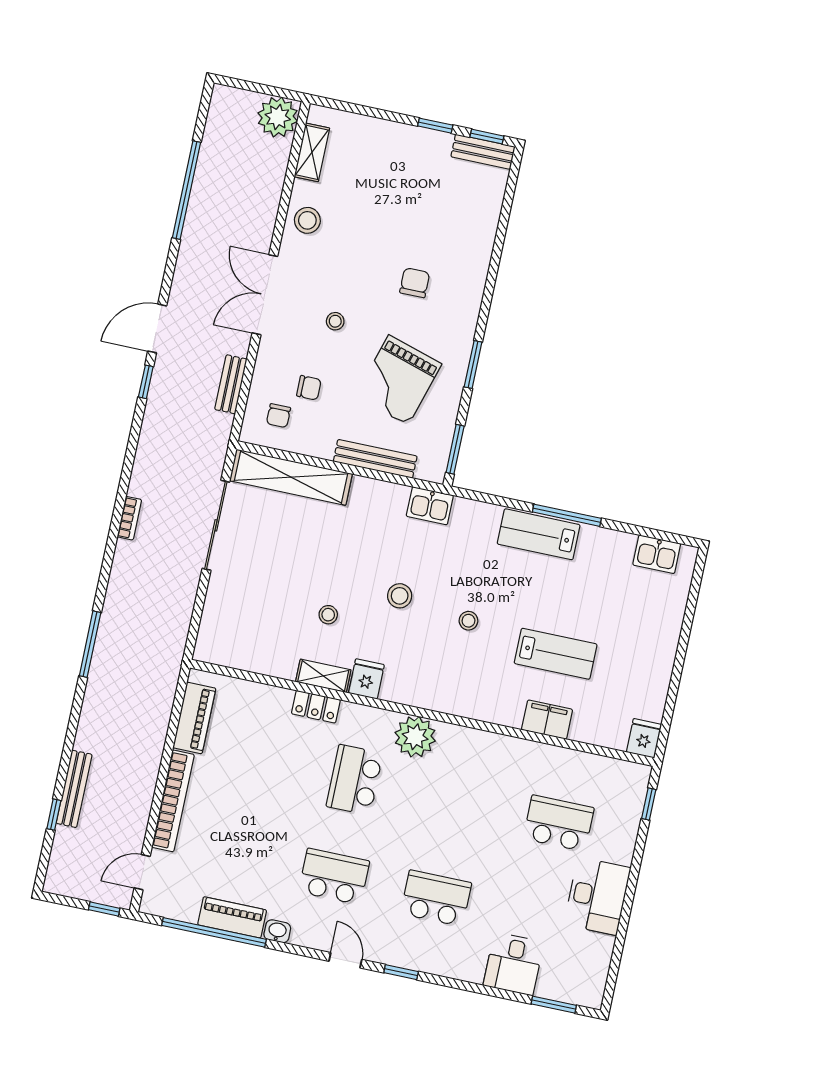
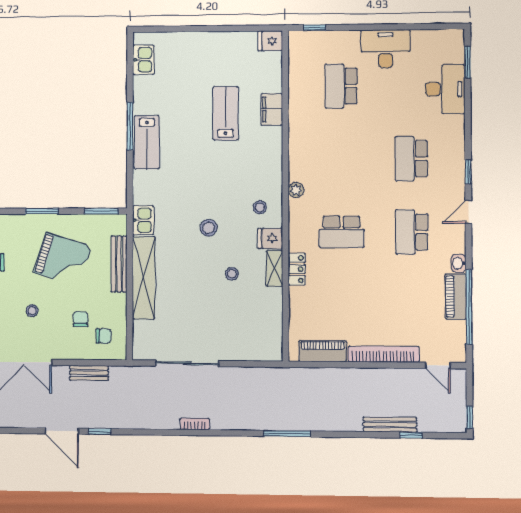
shelving: (291, 477) -> (144, 278), moved
stool: (468, 621) -> (260, 207), moved
plant: (415, 737) -> (296, 190), width x0.53, depth x0.53
window: (104, 909) -> (470, 417), moved
desk: (514, 964) -> (445, 89), width x1.37

